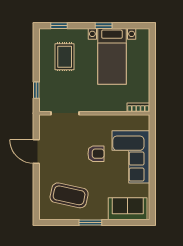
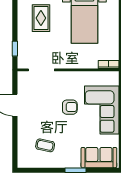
coffee table: (69, 195) -> (45, 145), width x0.54, depth x0.58
window: (90, 222) -> (76, 170), moved

